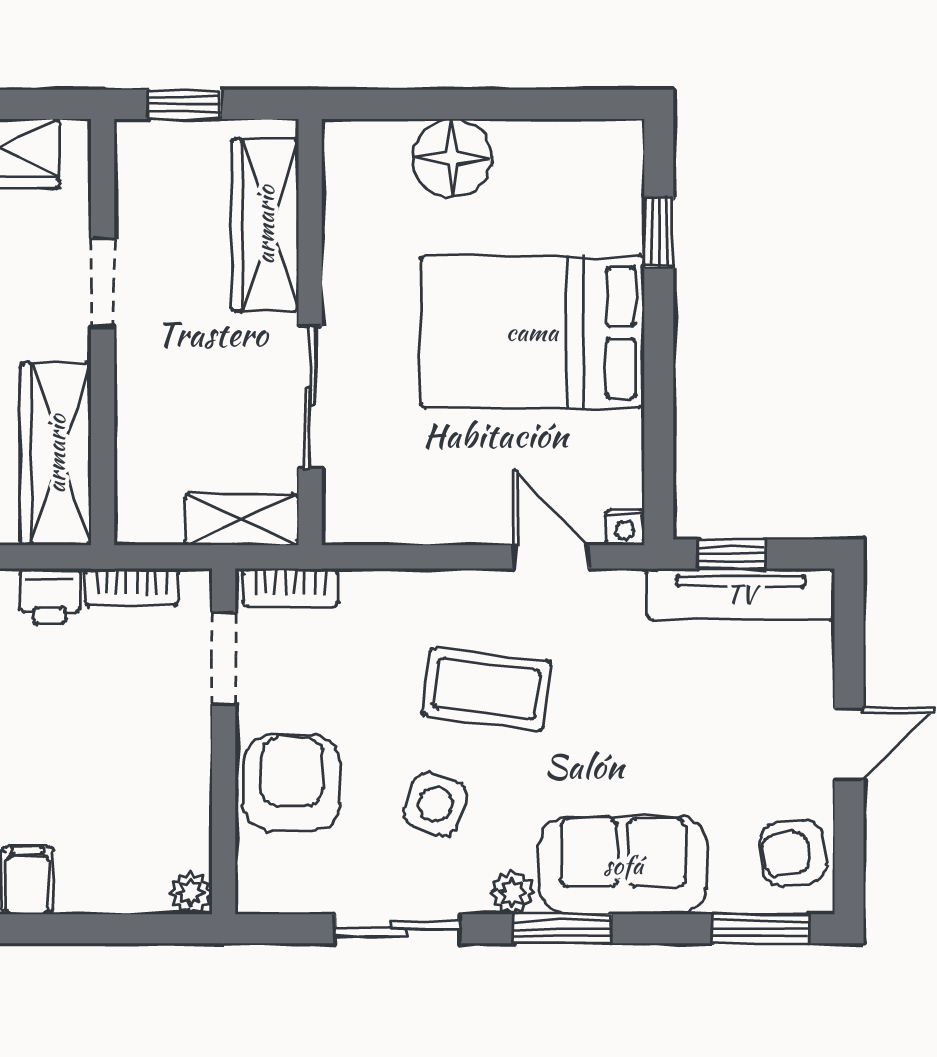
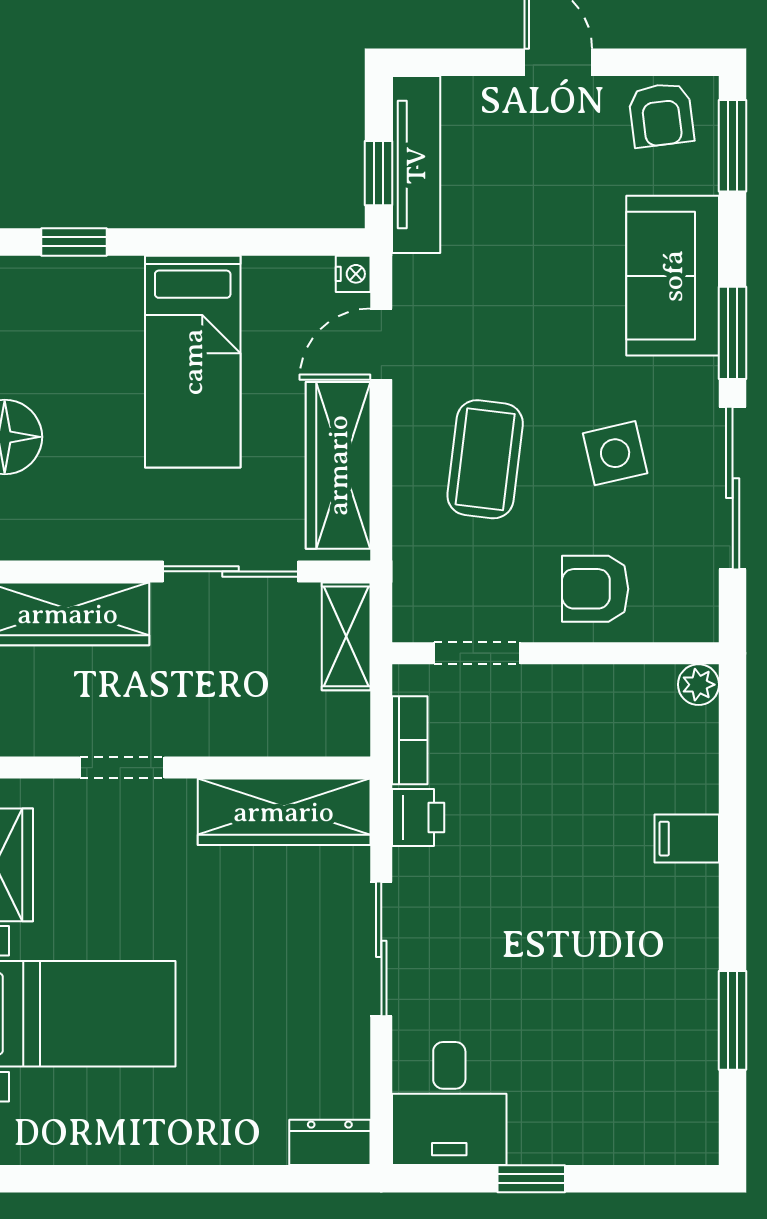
bed: (532, 332) -> (193, 362), width x0.67
wardrobe: (422, 511) -> (338, 465), added
bookcase: (290, 587) -> (410, 590), removed
coffee table: (487, 689) -> (485, 459), moved
armchair: (292, 783) -> (595, 589), width x0.72, depth x0.72
side table: (435, 804) -> (615, 453), turned -33
plant: (512, 893) -> (698, 380), removed
sliding door: (398, 929) -> (733, 488), width x1.37

